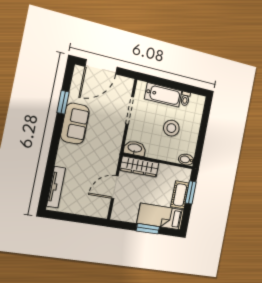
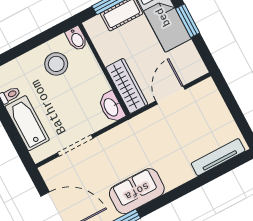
stool: (171, 128) -> (56, 64), moved
door: (115, 187) -> (170, 95), swing flipped

